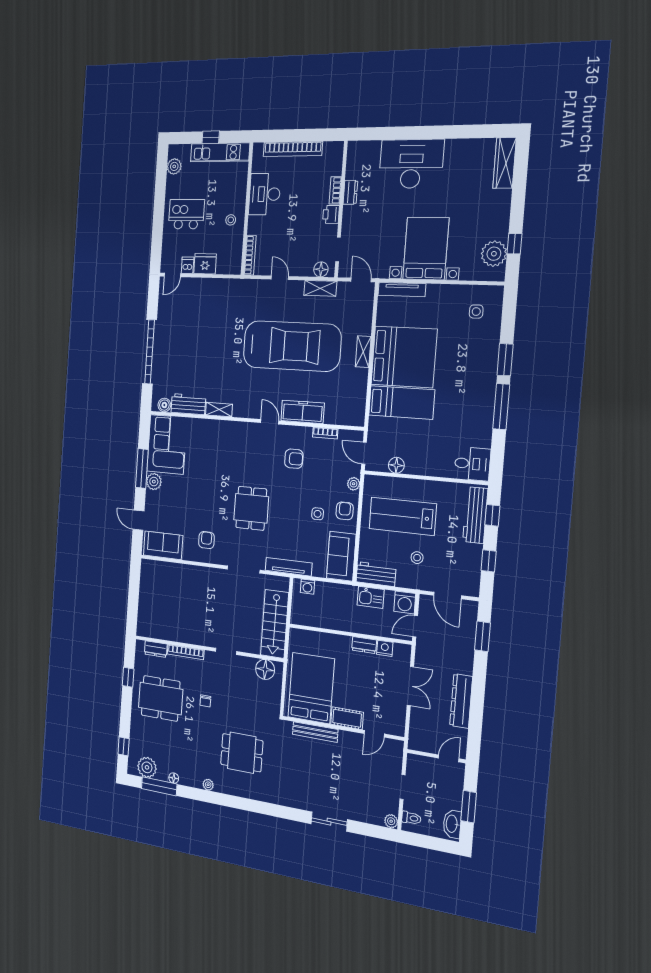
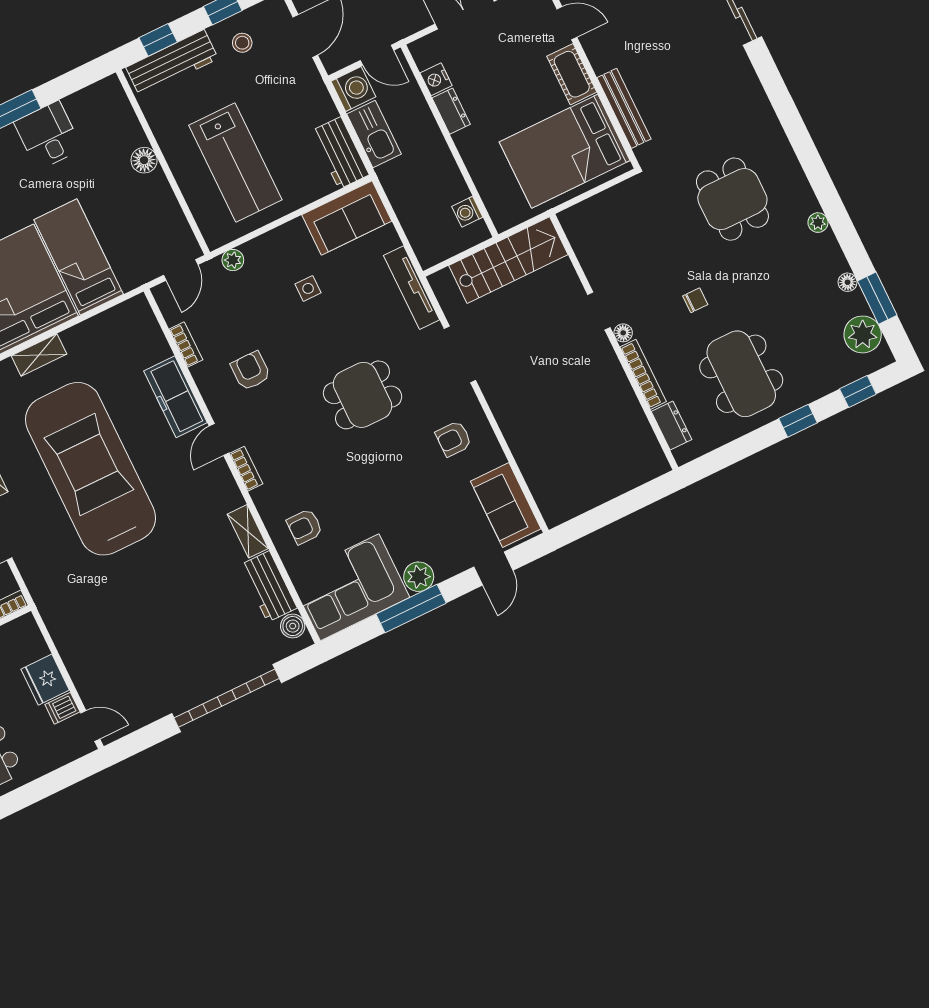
bookcase: (249, 427) -> (246, 469), added
desk: (472, 464) -> (48, 136), moved
floor lamp: (396, 465) -> (144, 160), moved
armchair: (345, 511) -> (305, 527), moved
stool: (417, 558) -> (242, 43), moved
washing machine: (307, 587) -> (467, 212), moved, turned 180
kitchen sink: (371, 597) -> (374, 134), width x1.38
floor lamp: (265, 669) -> (623, 333), moved, width x0.53, depth x0.53
window: (128, 677) -> (798, 421), moved
window: (159, 786) -> (877, 298), width x0.69

